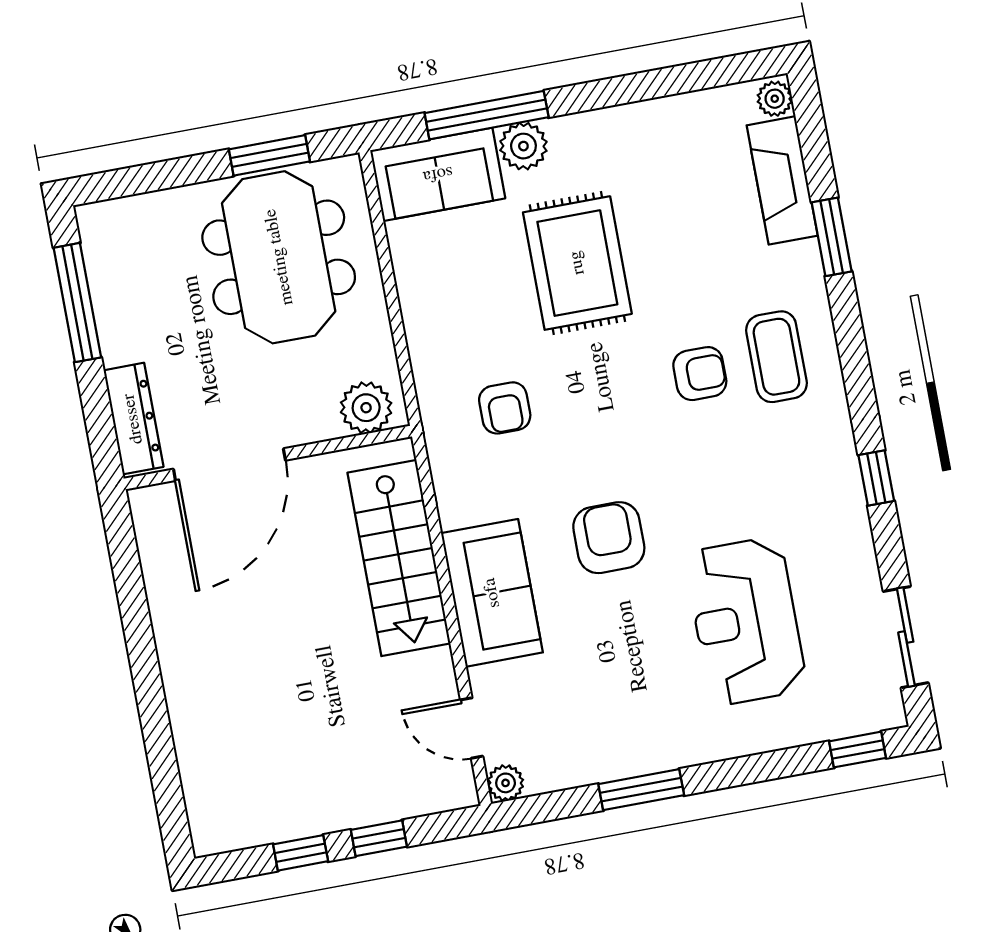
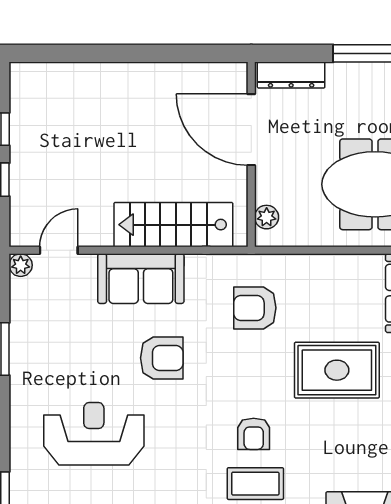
plant: (366, 408) -> (267, 217), width x0.73, depth x0.73
armchair: (505, 408) -> (255, 308), width x1.38, depth x1.38

